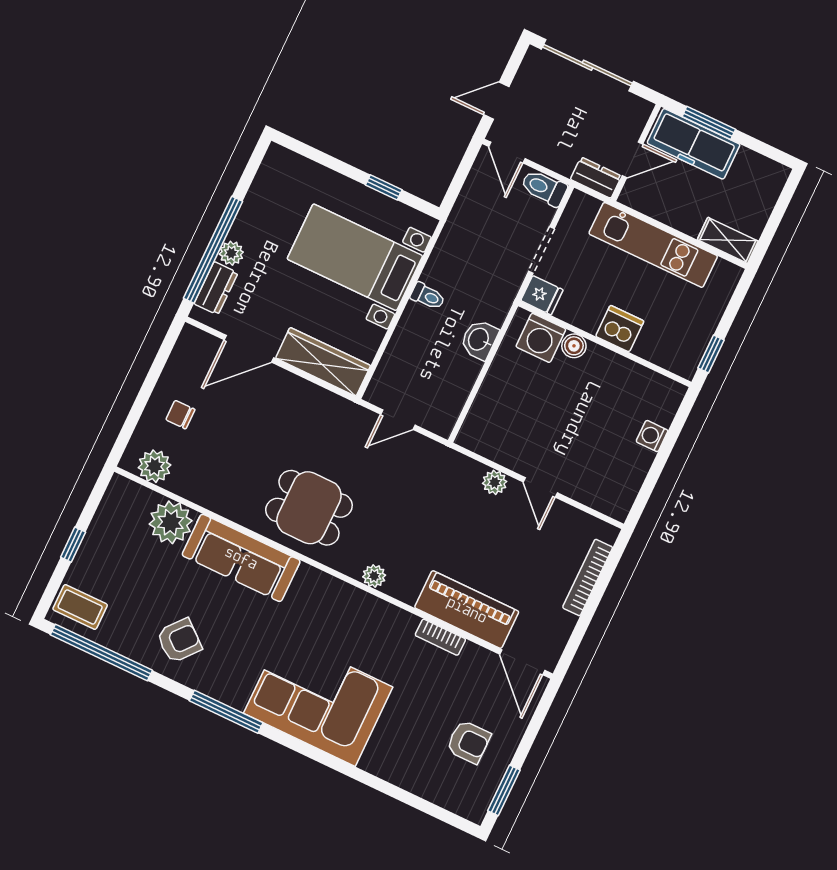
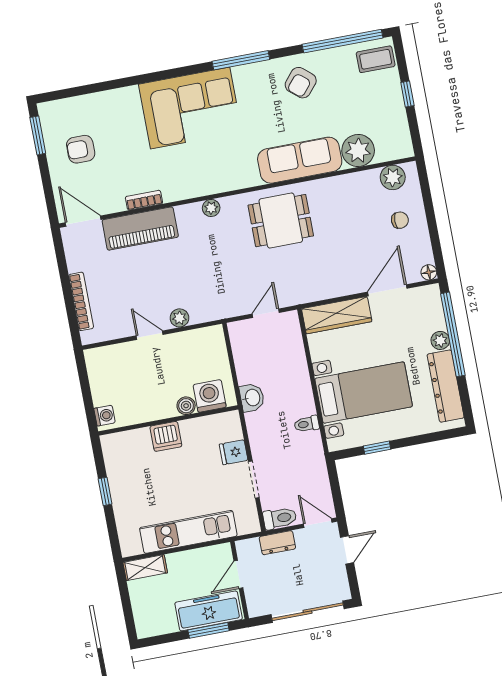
dresser: (596, 178) -> (277, 543), moved
dresser: (216, 288) -> (446, 386), moved, width x1.96, depth x1.24
toilet: (428, 296) -> (307, 424), moved
dishwasher: (620, 329) -> (166, 436), moved
floor lamp: (190, 336) -> (429, 272), added
washing machine: (541, 338) -> (210, 396), moved
wall: (605, 344) -> (168, 420), moved
boiler: (574, 346) -> (186, 406), moved

